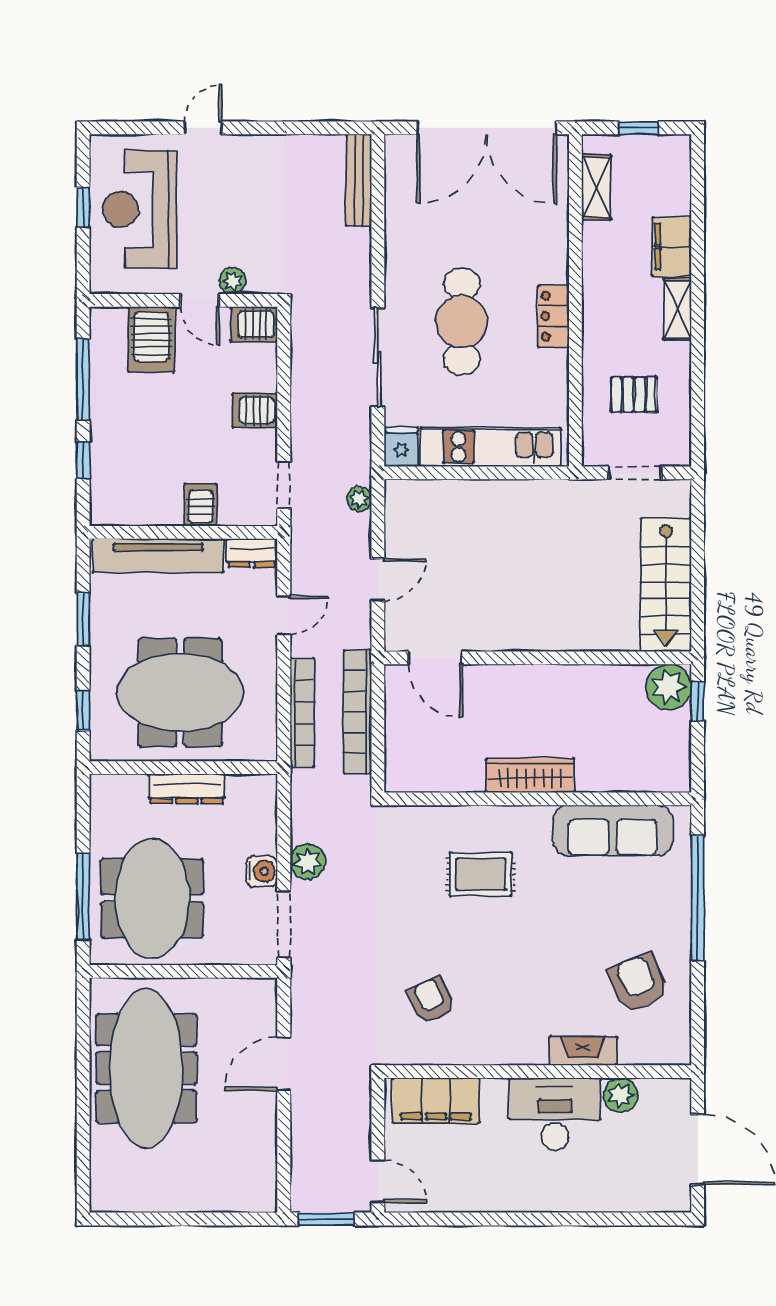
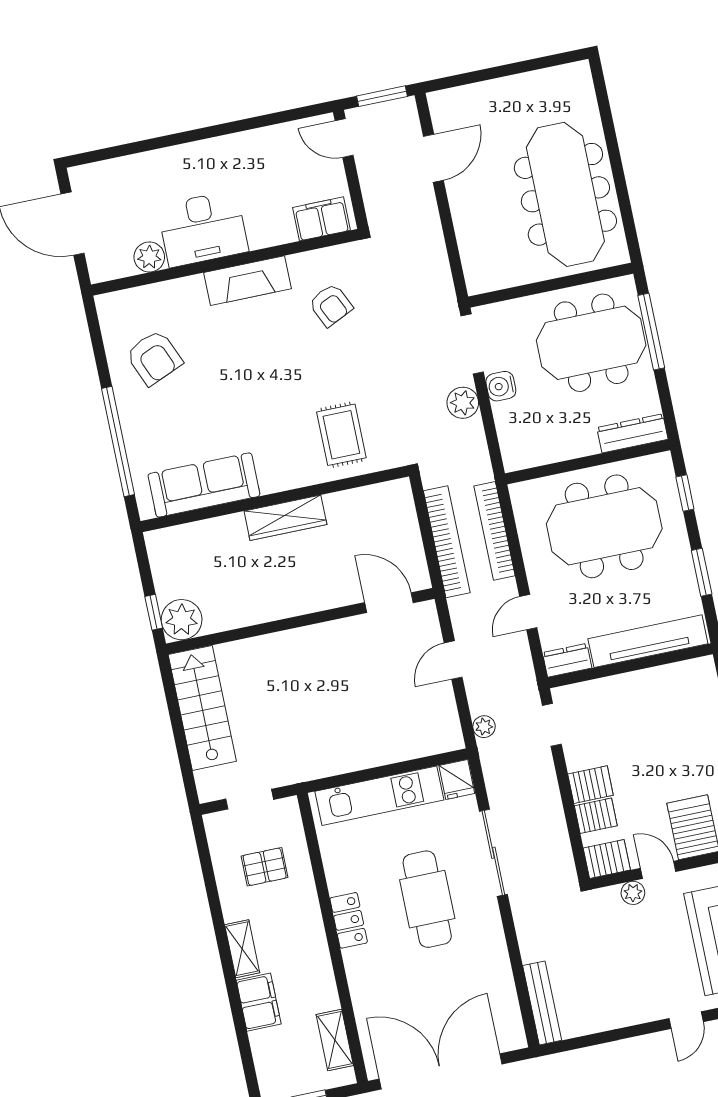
server rack: (201, 505) -> (596, 816), moved, turned -90
dresser: (187, 789) -> (632, 433), moved
rug: (481, 874) -> (341, 435), moved, turned 90
meeting table: (152, 898) -> (591, 343), turned 90
fireplace: (583, 1051) -> (247, 281), moved, width x1.37, depth x1.32
door: (284, 1064) -> (433, 158), moved
filing cabinet: (436, 1101) -> (321, 219), width x0.67, depth x0.86

